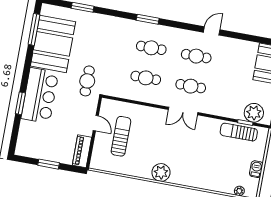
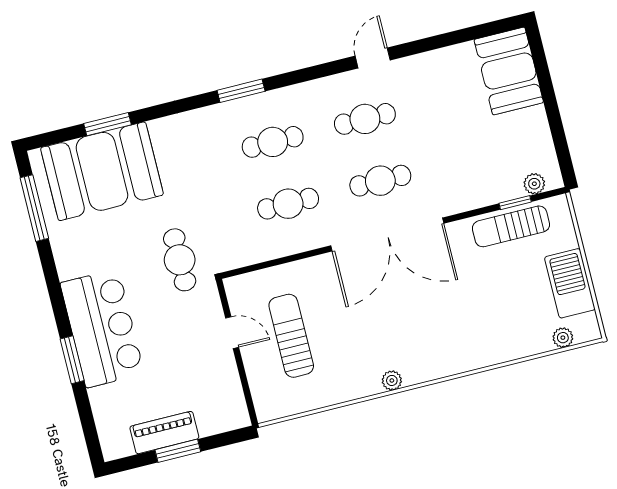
booth: (53, 44) -> (102, 171), moved, turned 90
double door: (183, 111) -> (387, 234), width x1.87
plant: (254, 113) -> (534, 184), width x0.53, depth x0.53
piano: (82, 151) -> (164, 433), moved, turned 90
barbecue: (256, 169) -> (570, 283), width x1.88, depth x1.53
plant: (161, 172) -> (392, 380), width x0.53, depth x0.53

